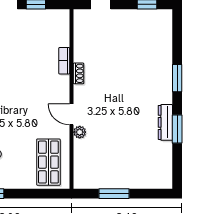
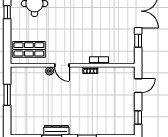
door: (71, 114) -> (62, 65), swing flipped

